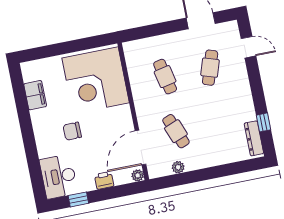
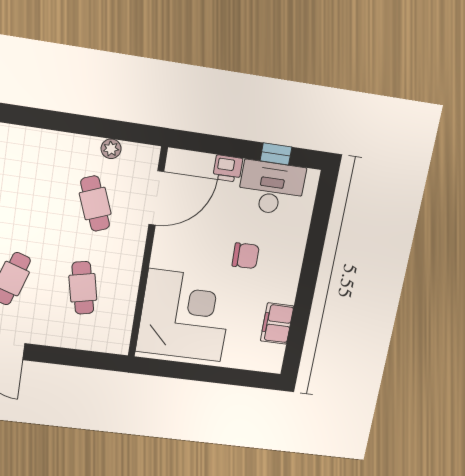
plant: (138, 175) -> (176, 158), removed
desk: (59, 177) -> (271, 188), moved, turned -90

